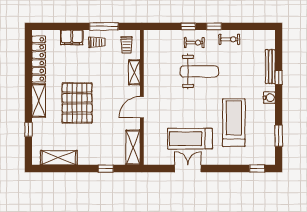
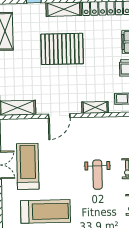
weight bench: (199, 71) -> (98, 175), width x0.73, depth x0.75
door: (142, 107) -> (59, 116), swing flipped

